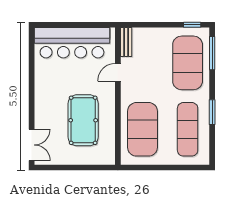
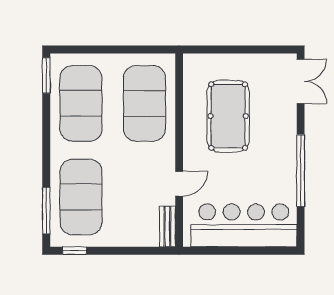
window: (32, 82) -> (301, 171), added
window: (212, 112) -> (46, 75), moved
exercise mat: (188, 129) -> (81, 103), width x1.47
double door: (32, 145) -> (301, 81), swing flipped

